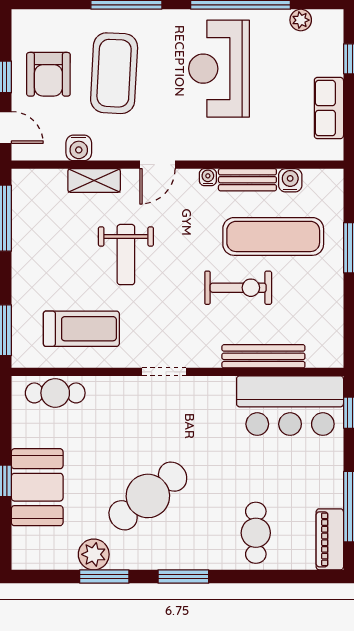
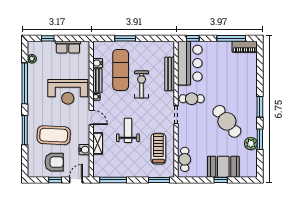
reception desk: (219, 69) -> (68, 92), moved
weight bench: (126, 255) -> (128, 130), turned -90
cafe table: (256, 533) -> (192, 99), moved

